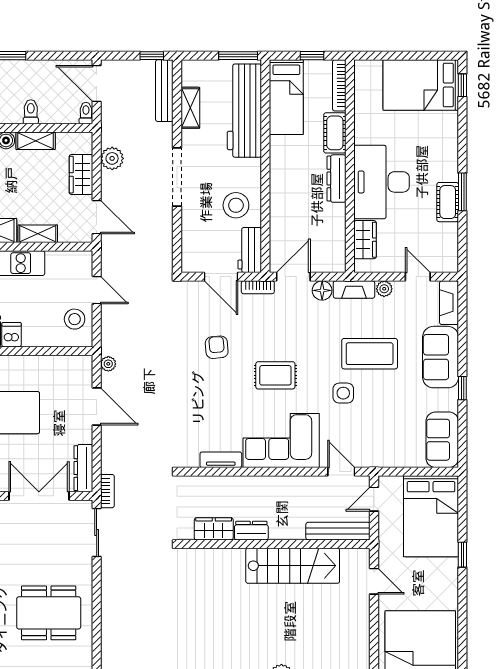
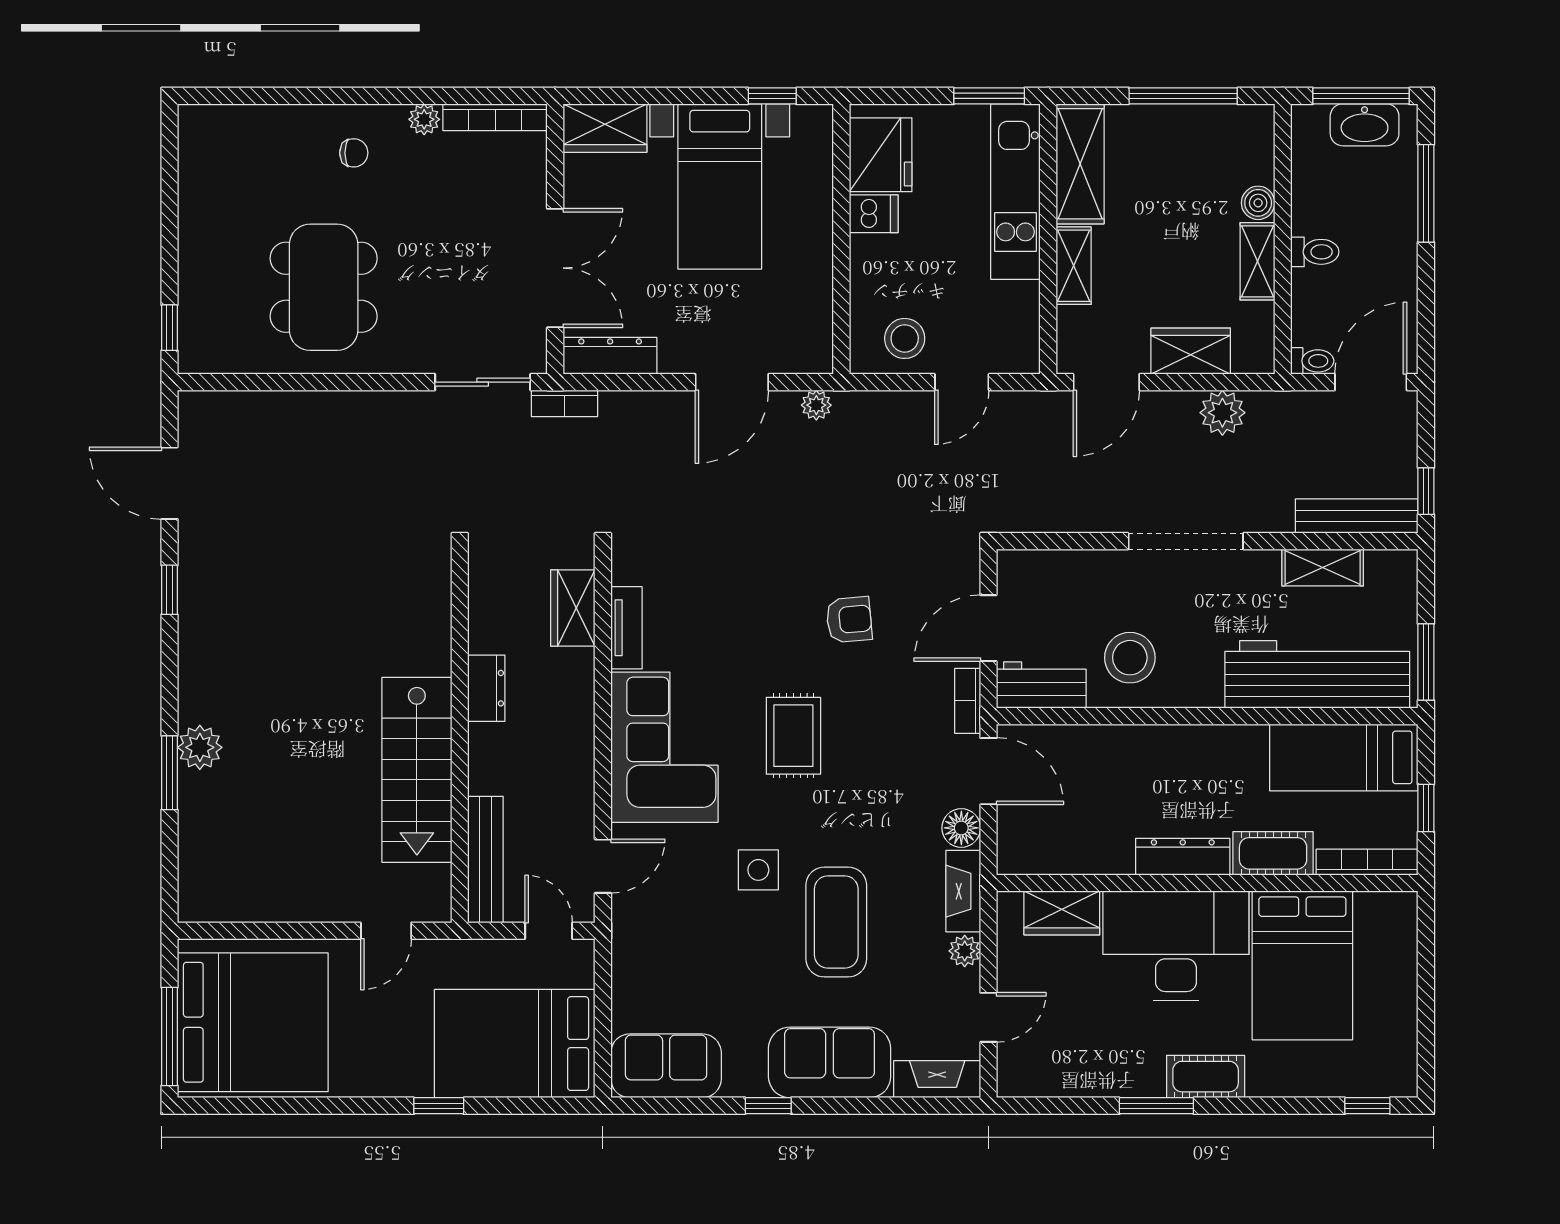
bed: (421, 85) -> (1302, 965), moved, turned 180
cot: (448, 202) -> (1206, 1077), moved
wardrobe: (214, 529) -> (573, 608), moved, turned 180

